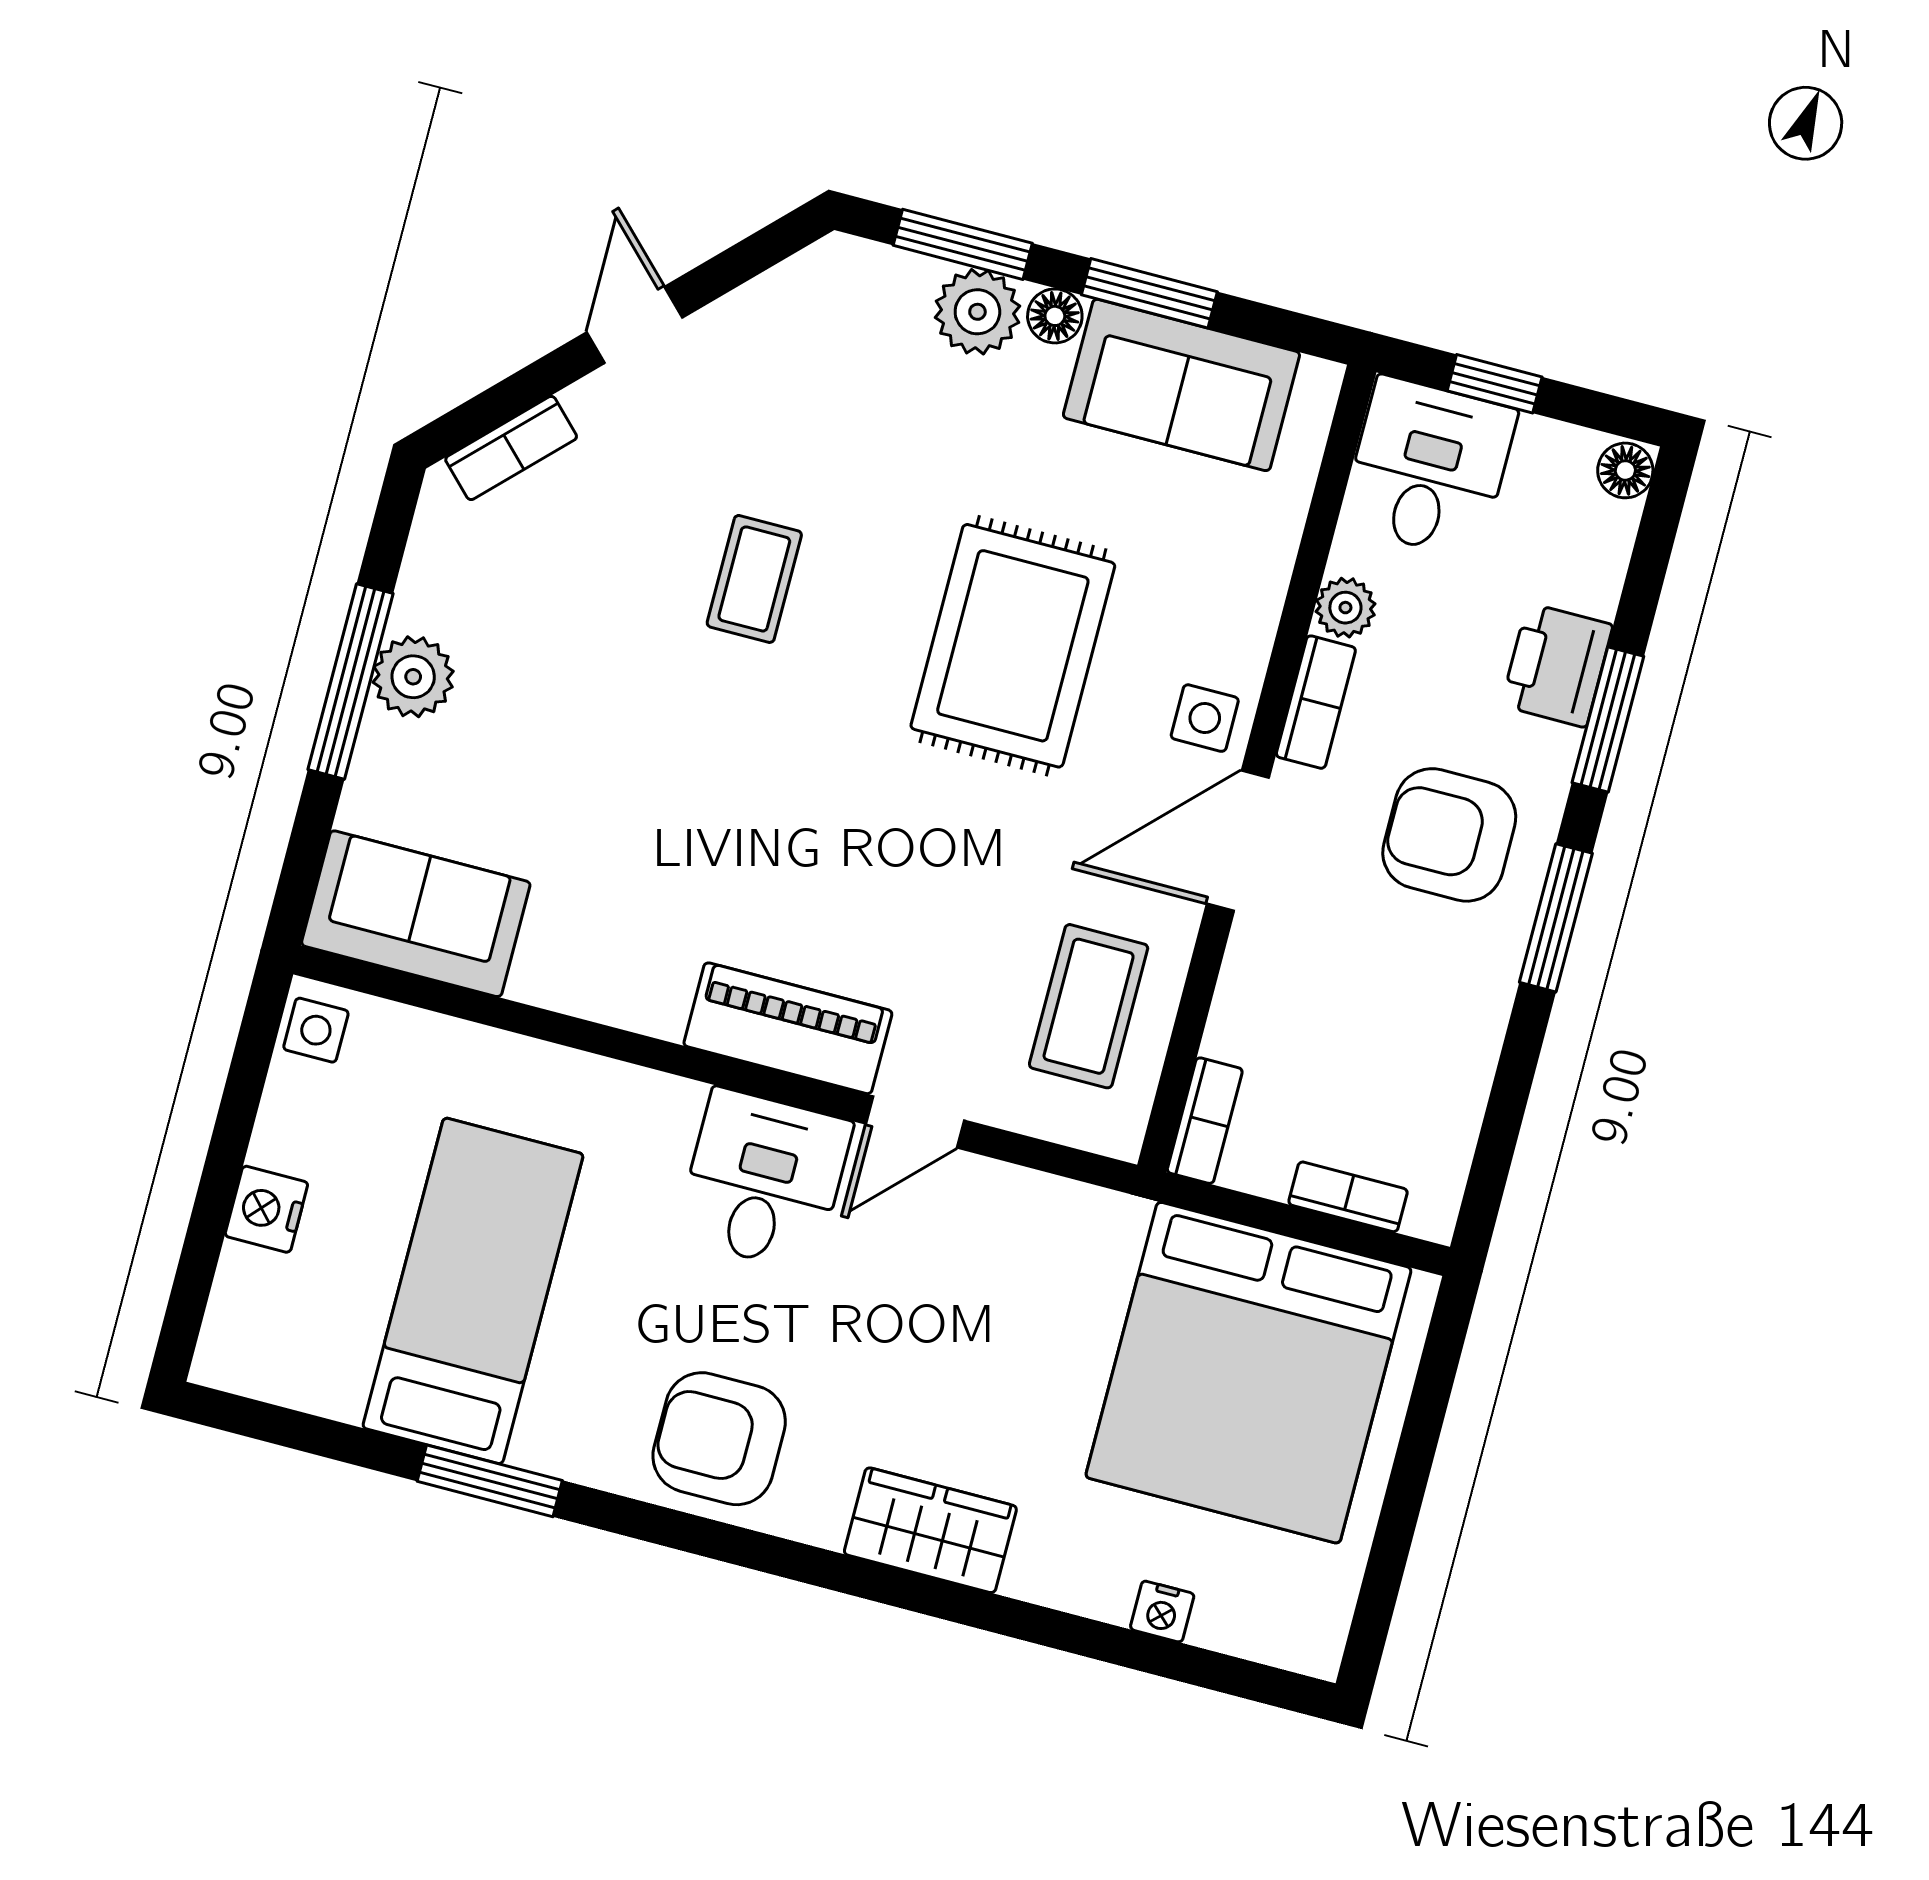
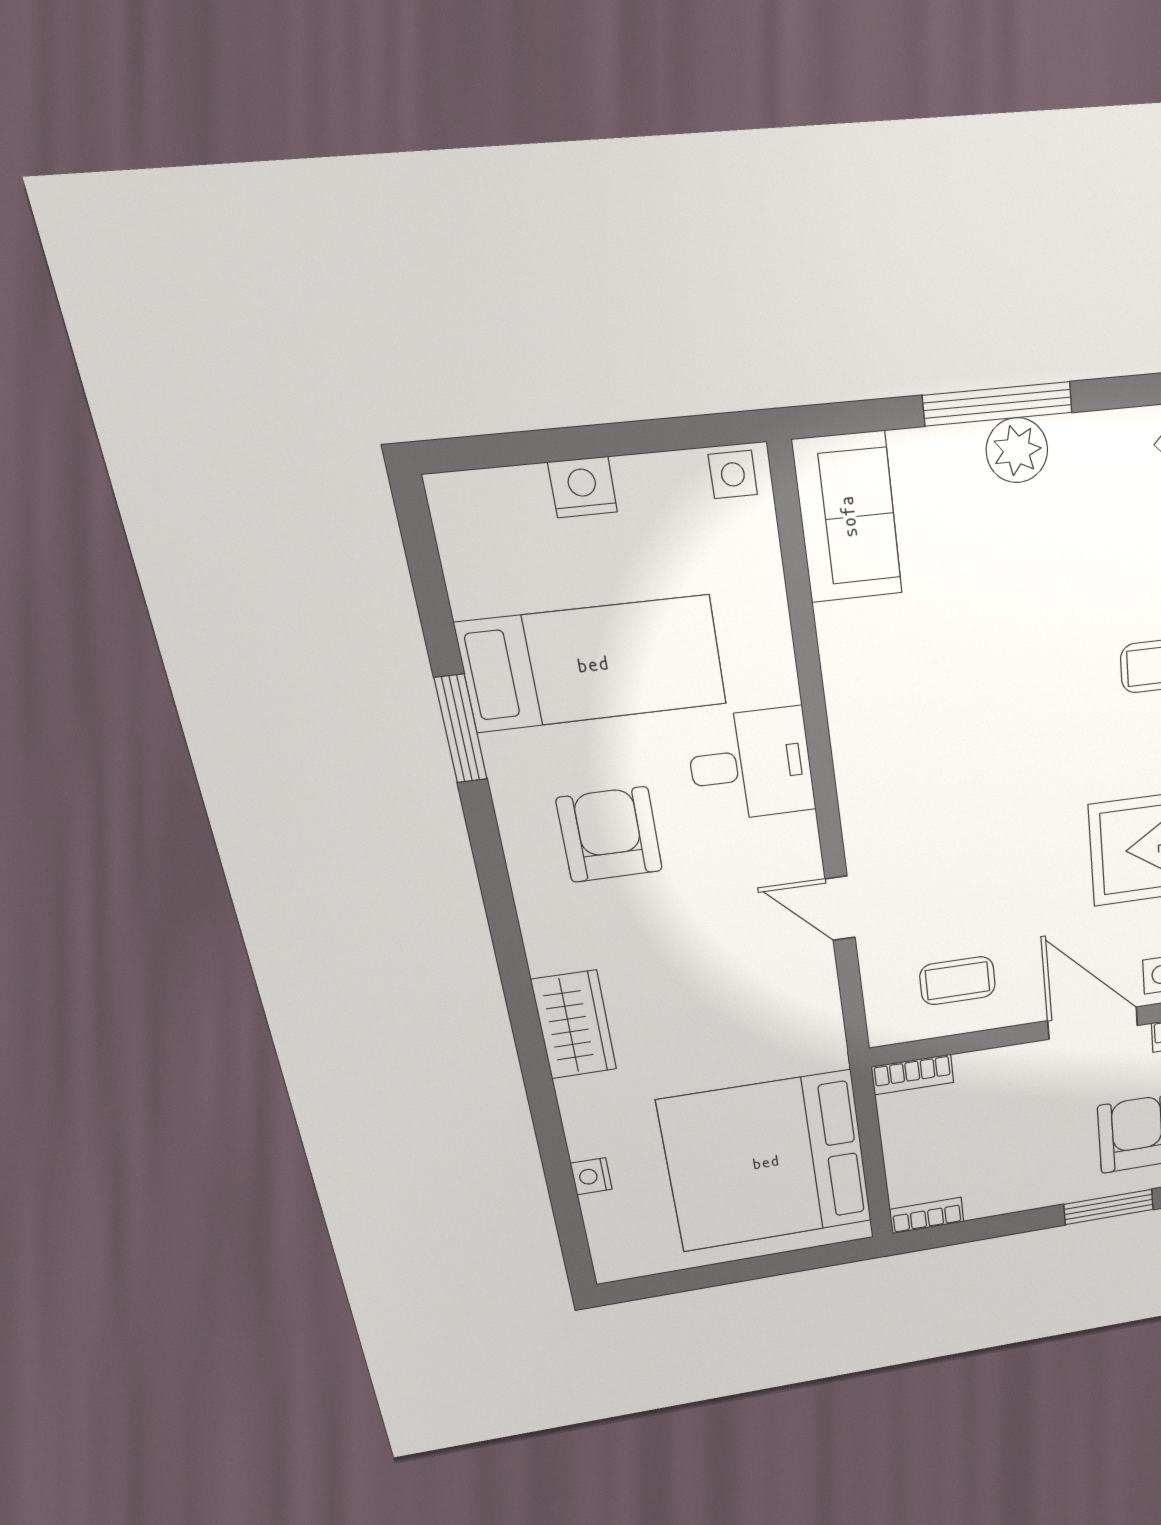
coffee table: (1089, 1006) -> (957, 981), width x0.73, depth x0.77
piano: (788, 1028) -> (869, 805), removed
desk: (764, 1180) -> (751, 765), moved
bookcase: (1348, 1197) -> (927, 1216), moved, turned -90
armchair: (719, 1439) -> (610, 835), moved

